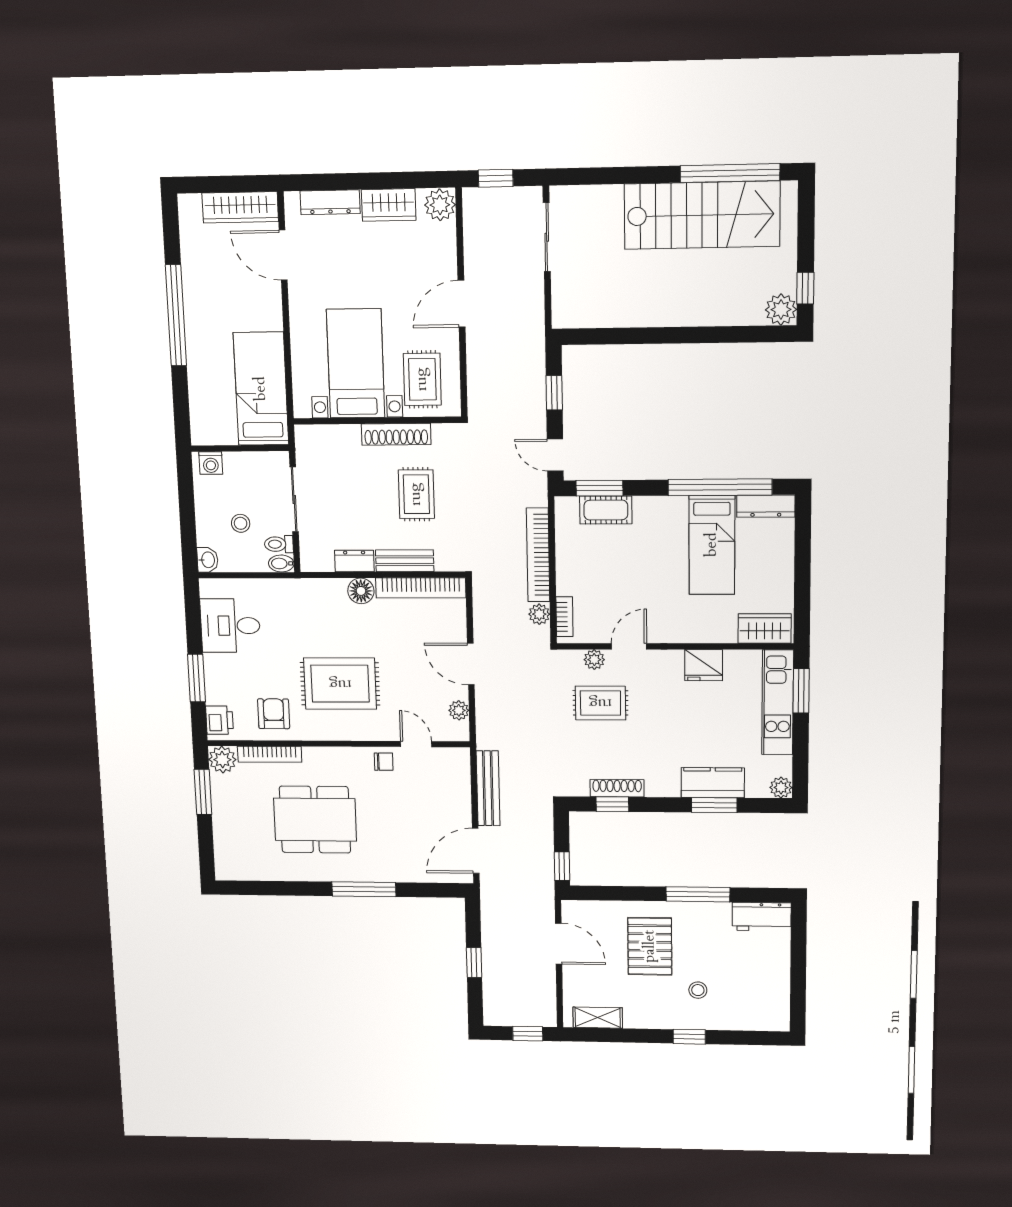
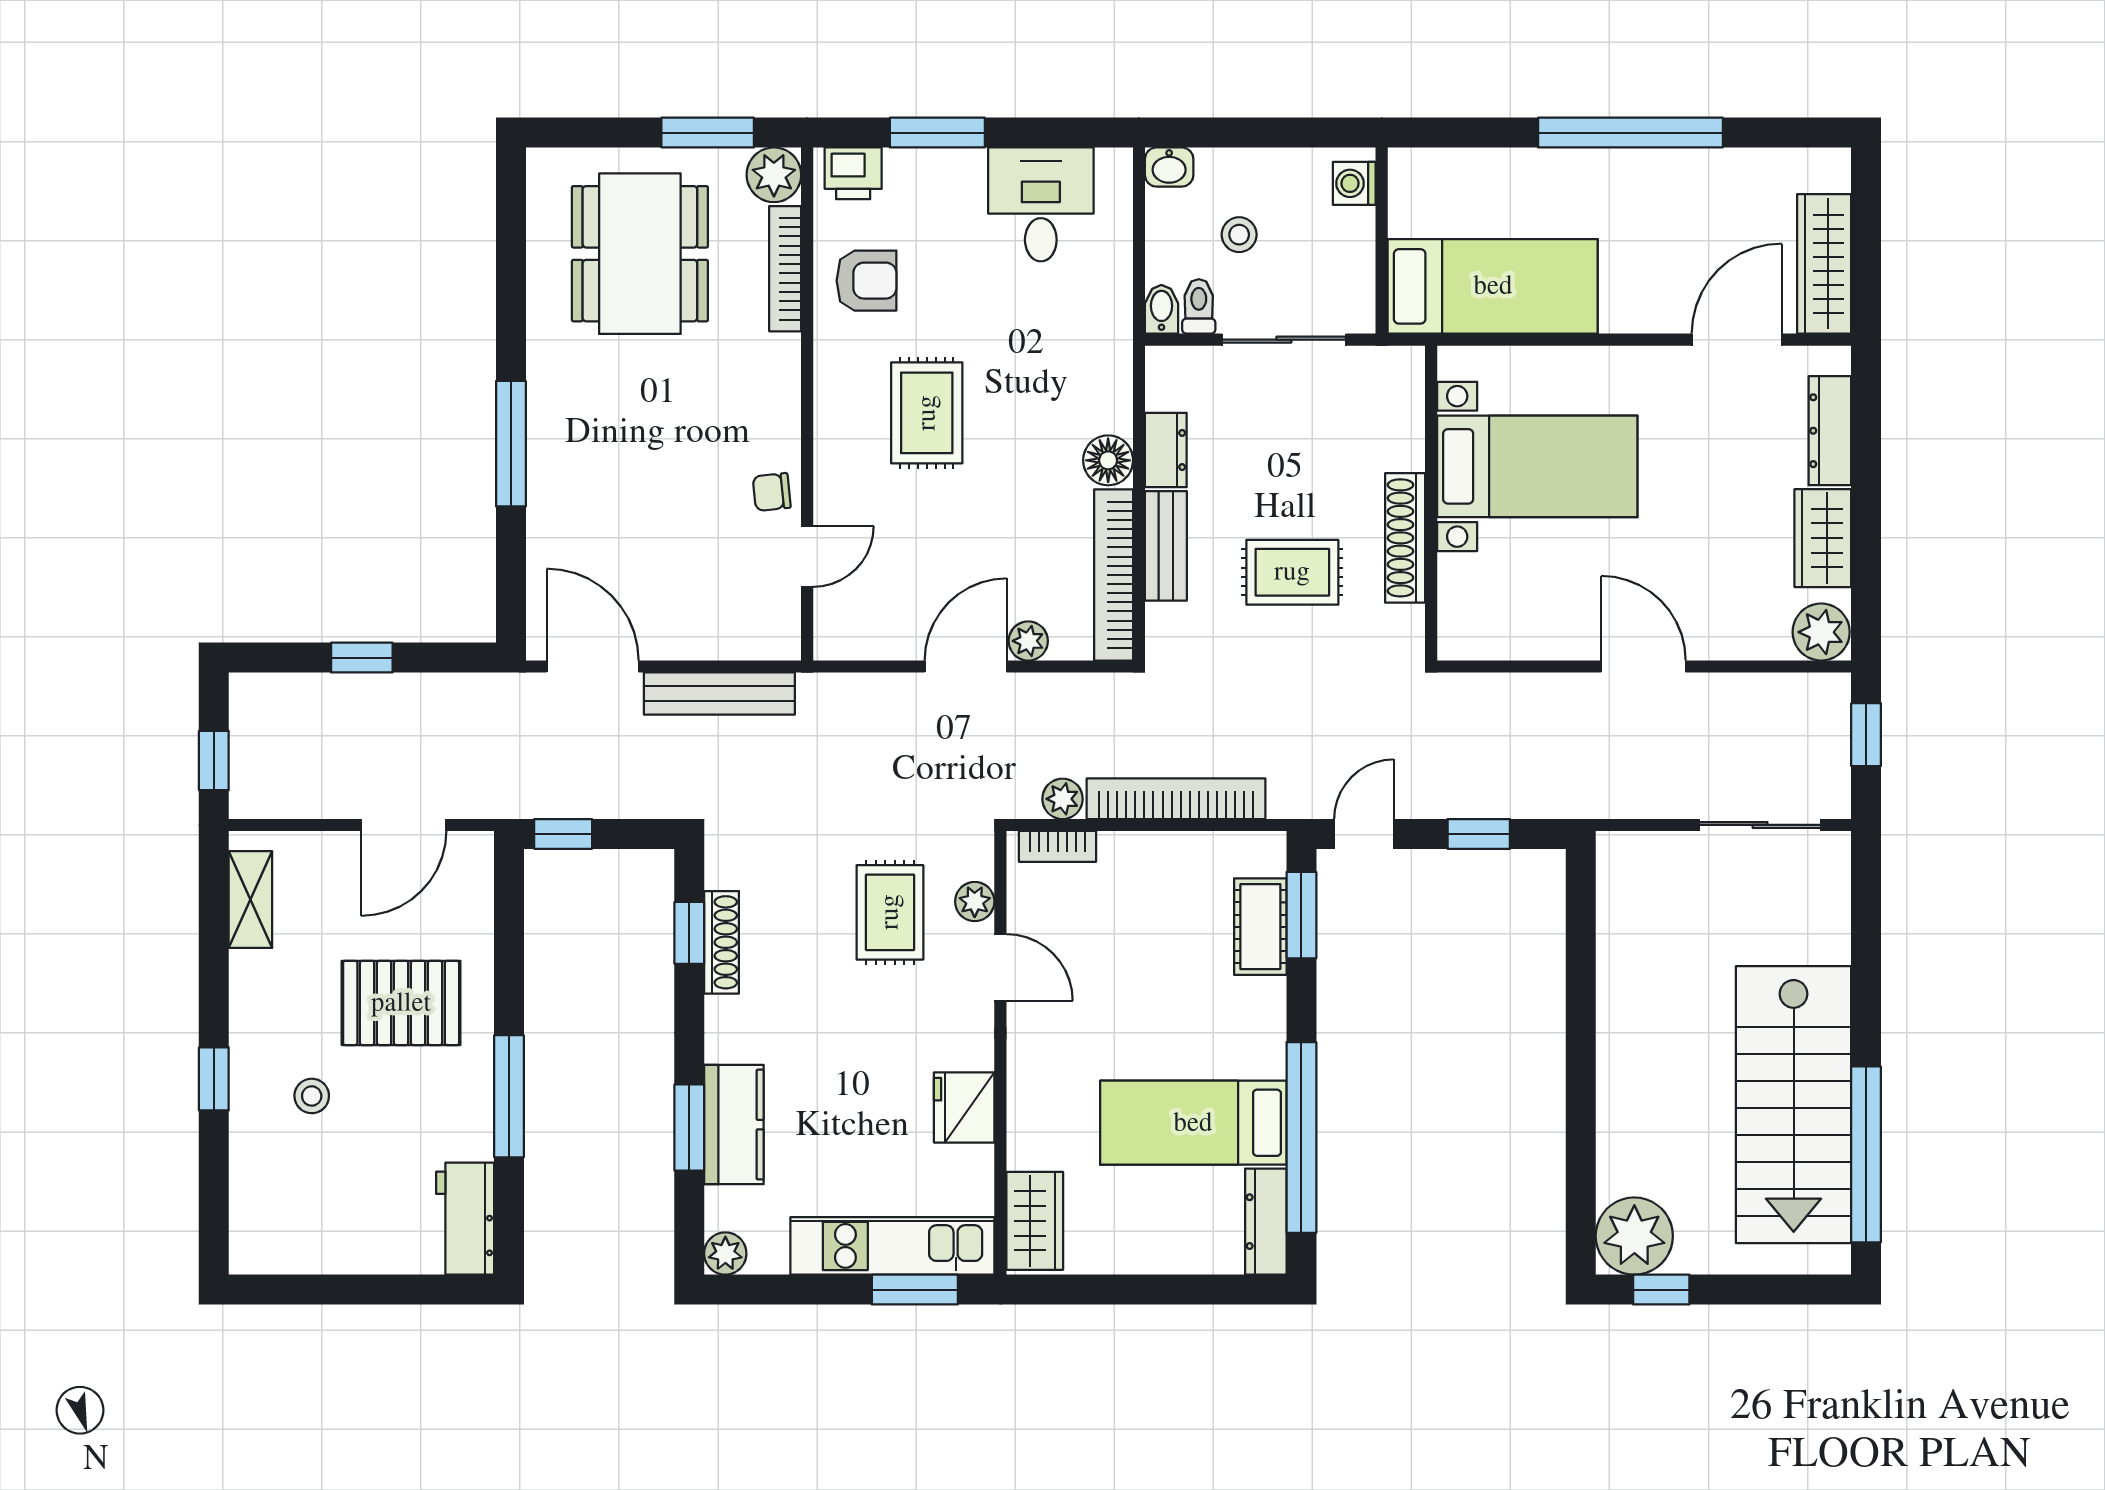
plant: (781, 310) -> (1634, 1236), width x1.36, depth x1.36
rug: (422, 379) -> (1506, 590), removed
rug: (340, 684) -> (927, 413), width x0.73, depth x0.70
plant: (459, 710) -> (1028, 641), moved
chair: (384, 762) -> (772, 492), turned 84
dining table: (315, 820) -> (640, 254), moved

